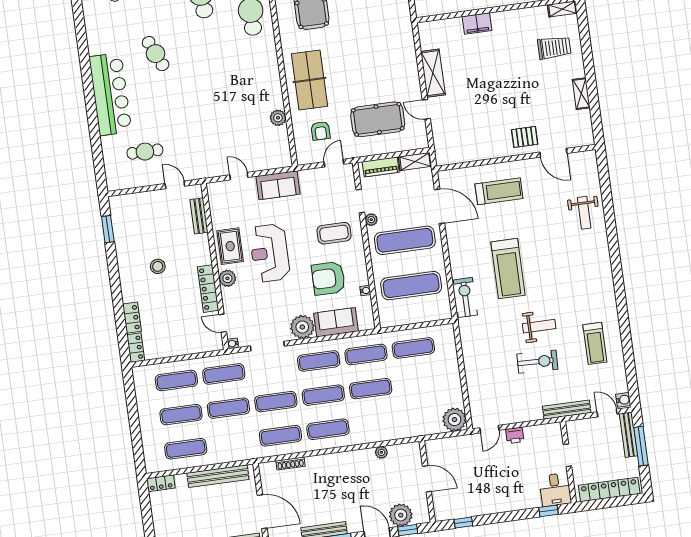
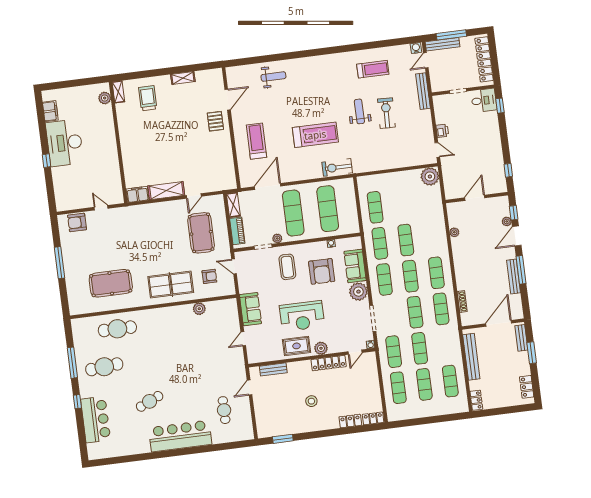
filing cabinet: (477, 24) -> (138, 194), moved, turned -90
plant: (401, 515) -> (507, 221), width x0.53, depth x0.53

